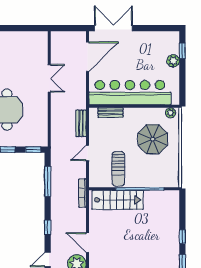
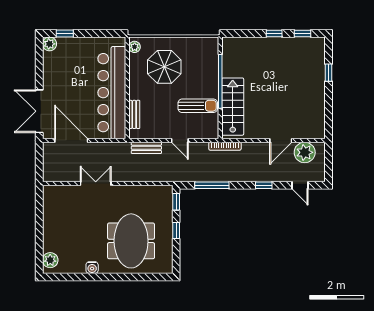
plant: (173, 61) -> (49, 44), moved

